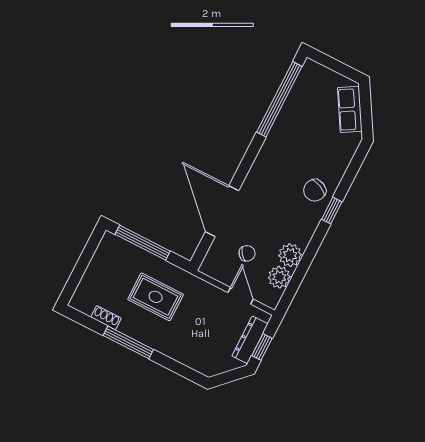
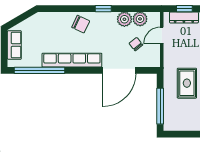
row of seats: (350, 109) -> (14, 45), moved, turned -59
row of seats: (270, 152) -> (72, 60), added
window: (332, 211) -> (103, 9), moved

